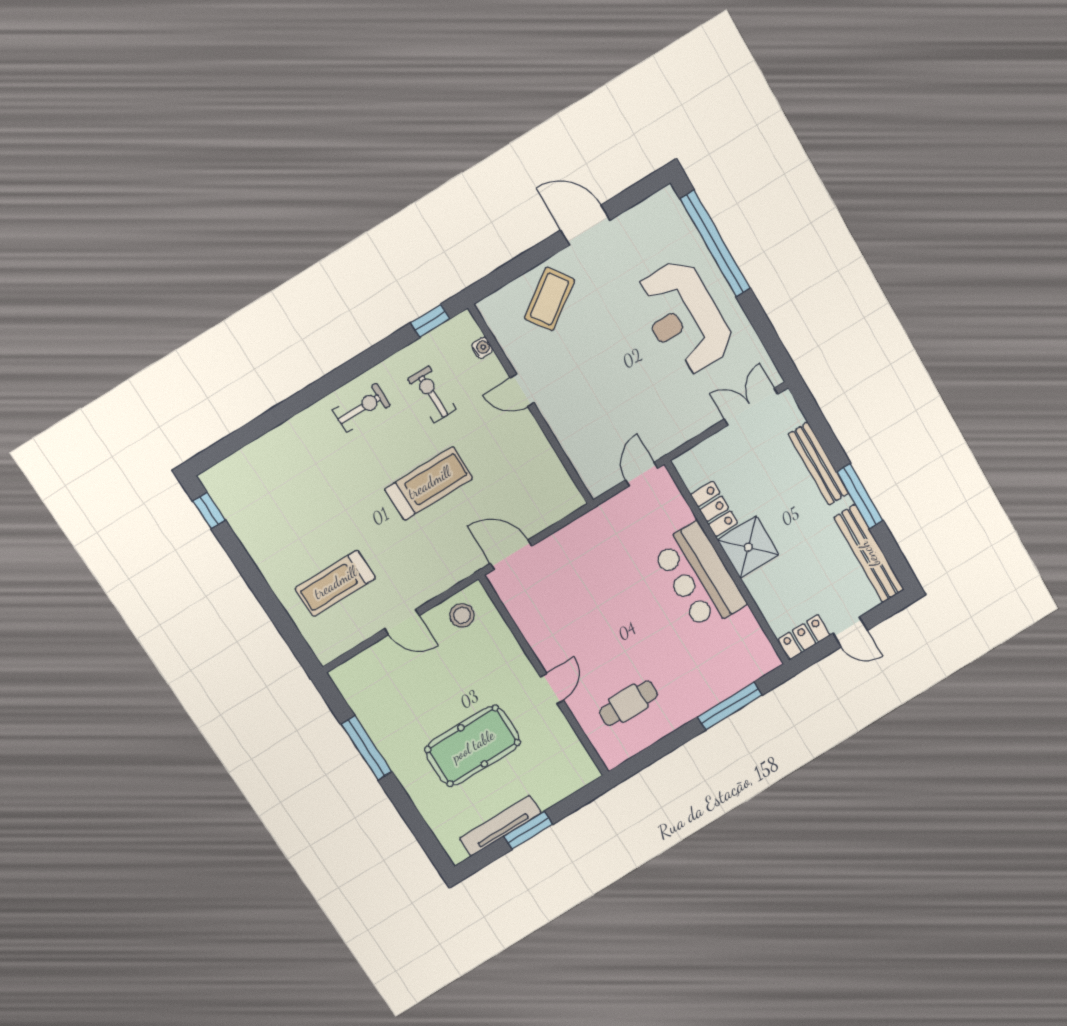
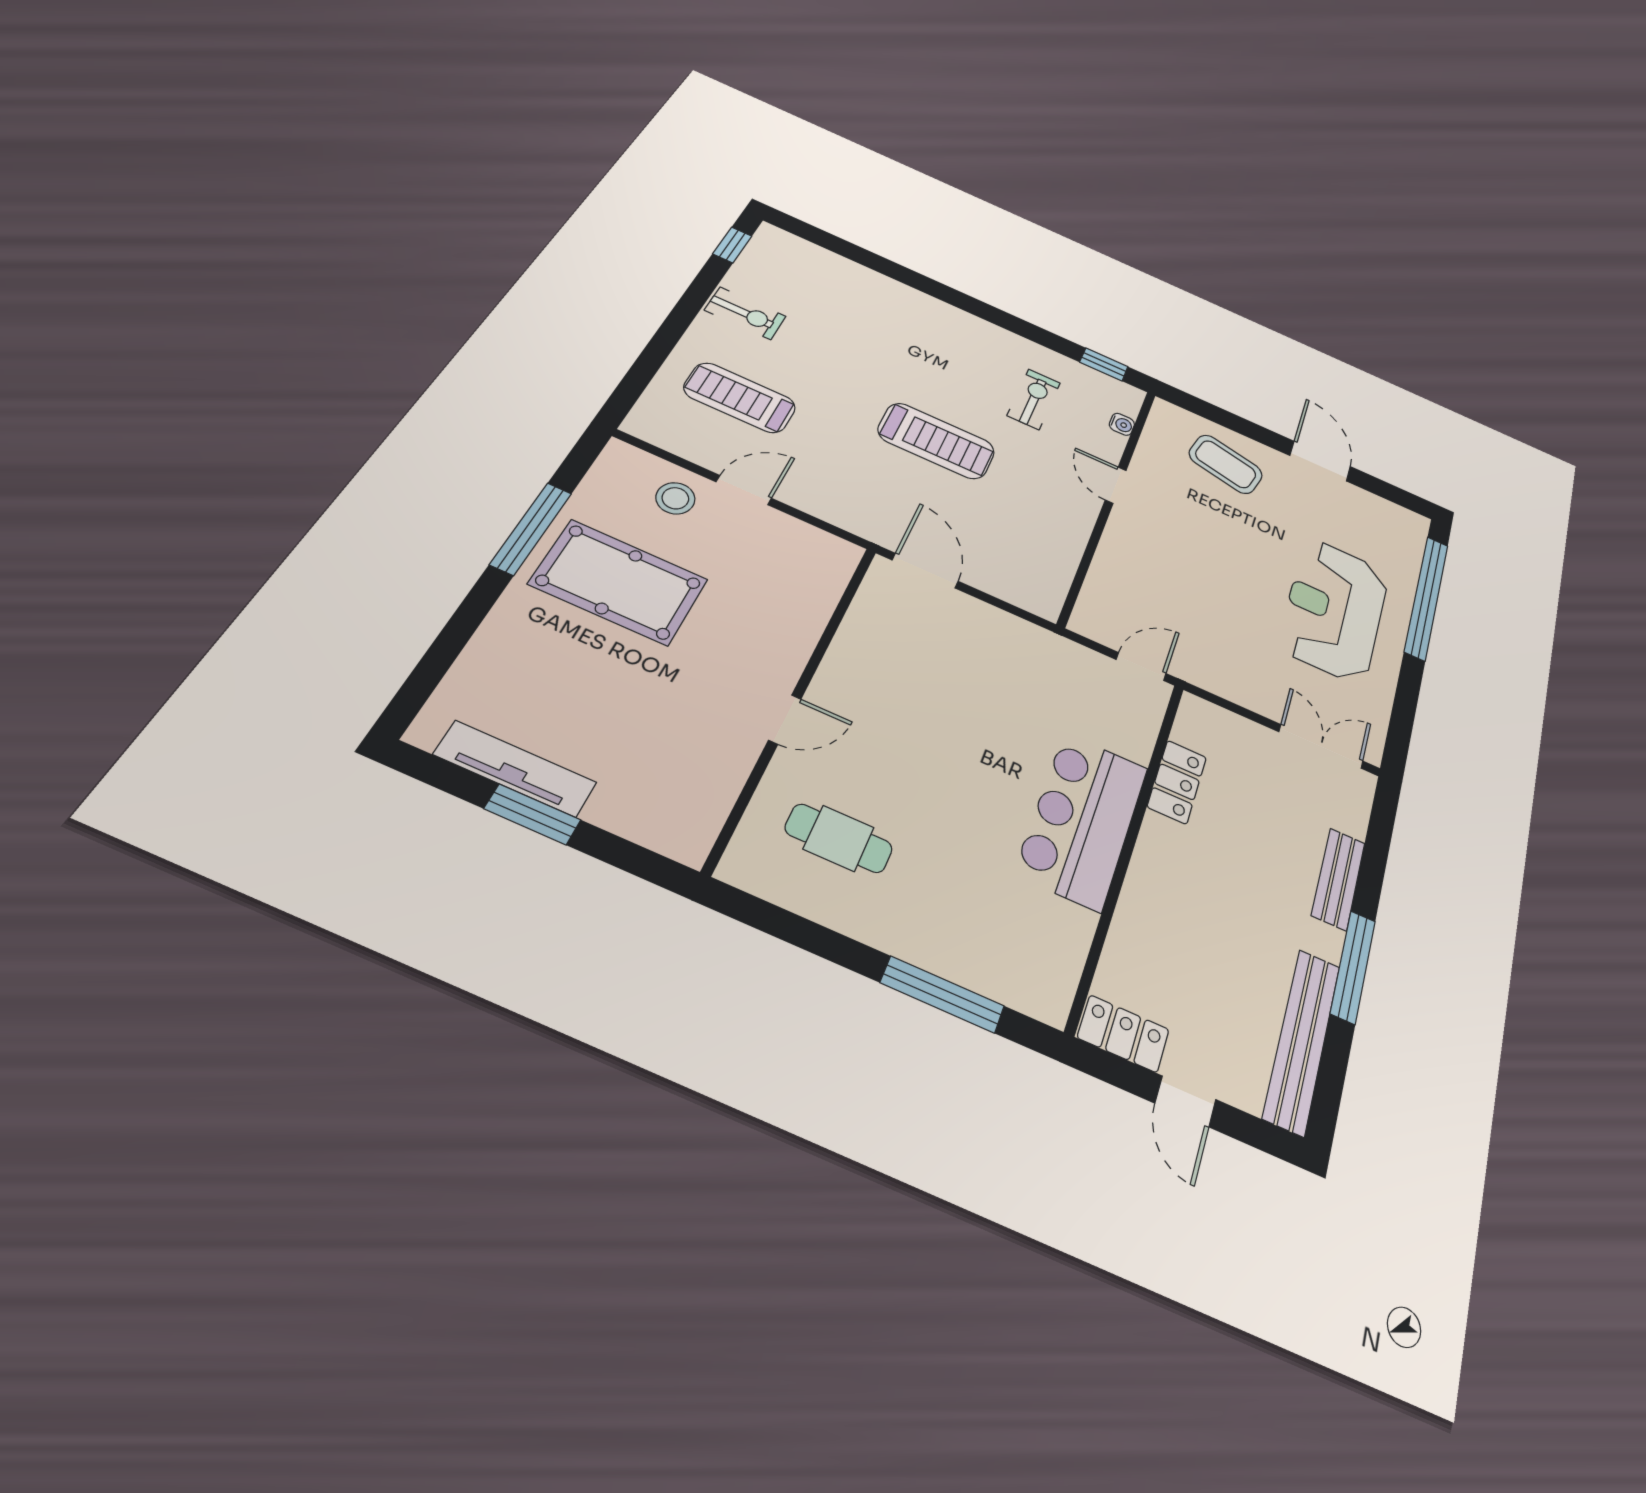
coffee table: (549, 299) -> (1226, 464), turned 48
exercise bike: (361, 408) -> (745, 313), moved
bench: (818, 464) -> (1338, 879), width x0.73
shower: (748, 547) -> (1170, 860), removed
stool: (462, 615) -> (675, 498), moved
door: (402, 622) -> (744, 490), swing flipped
pool table: (473, 746) -> (619, 582), moved

